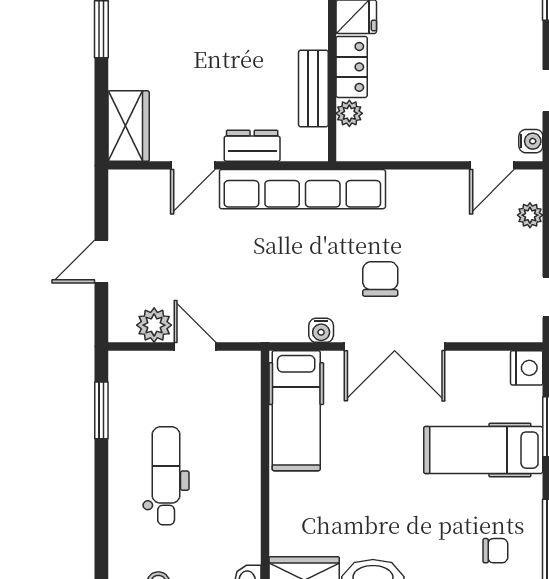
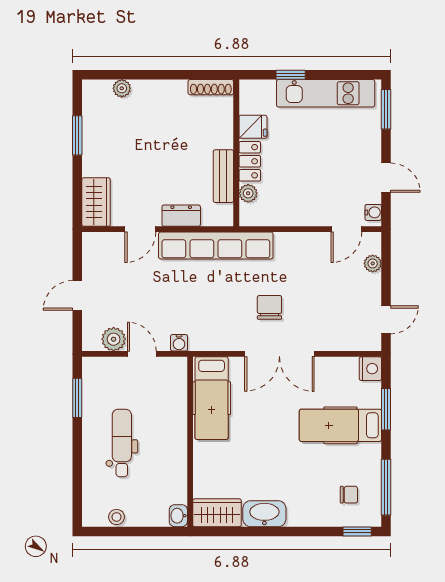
water cooler: (321, 330) -> (179, 343), moved

